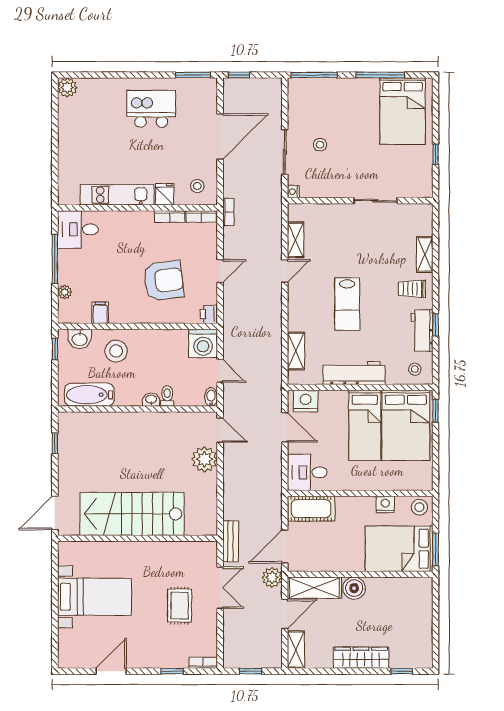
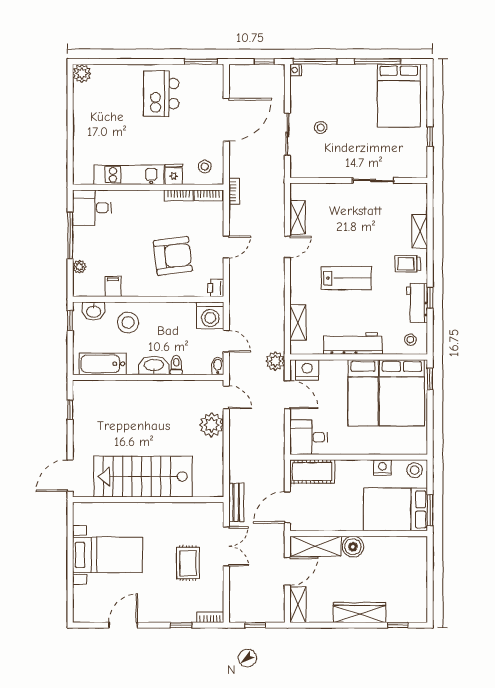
window: (239, 75) -> (264, 62), moved
kitchen island: (151, 109) -> (161, 94), turned -90
nightstand: (293, 192) -> (296, 70), moved
lab bench: (347, 304) -> (346, 278), turned -90
washbasin: (151, 400) -> (154, 366), width x1.91, depth x1.45
plant: (272, 577) -> (275, 361), moved

